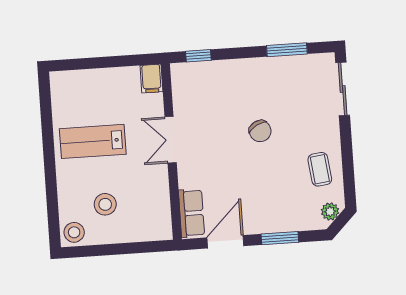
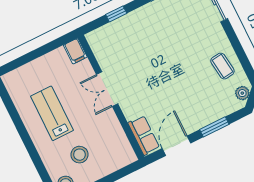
window: (198, 56) -> (116, 14), moved
chair: (260, 131) -> (169, 56), removed
lab bench: (93, 141) -> (52, 113), turned 90

